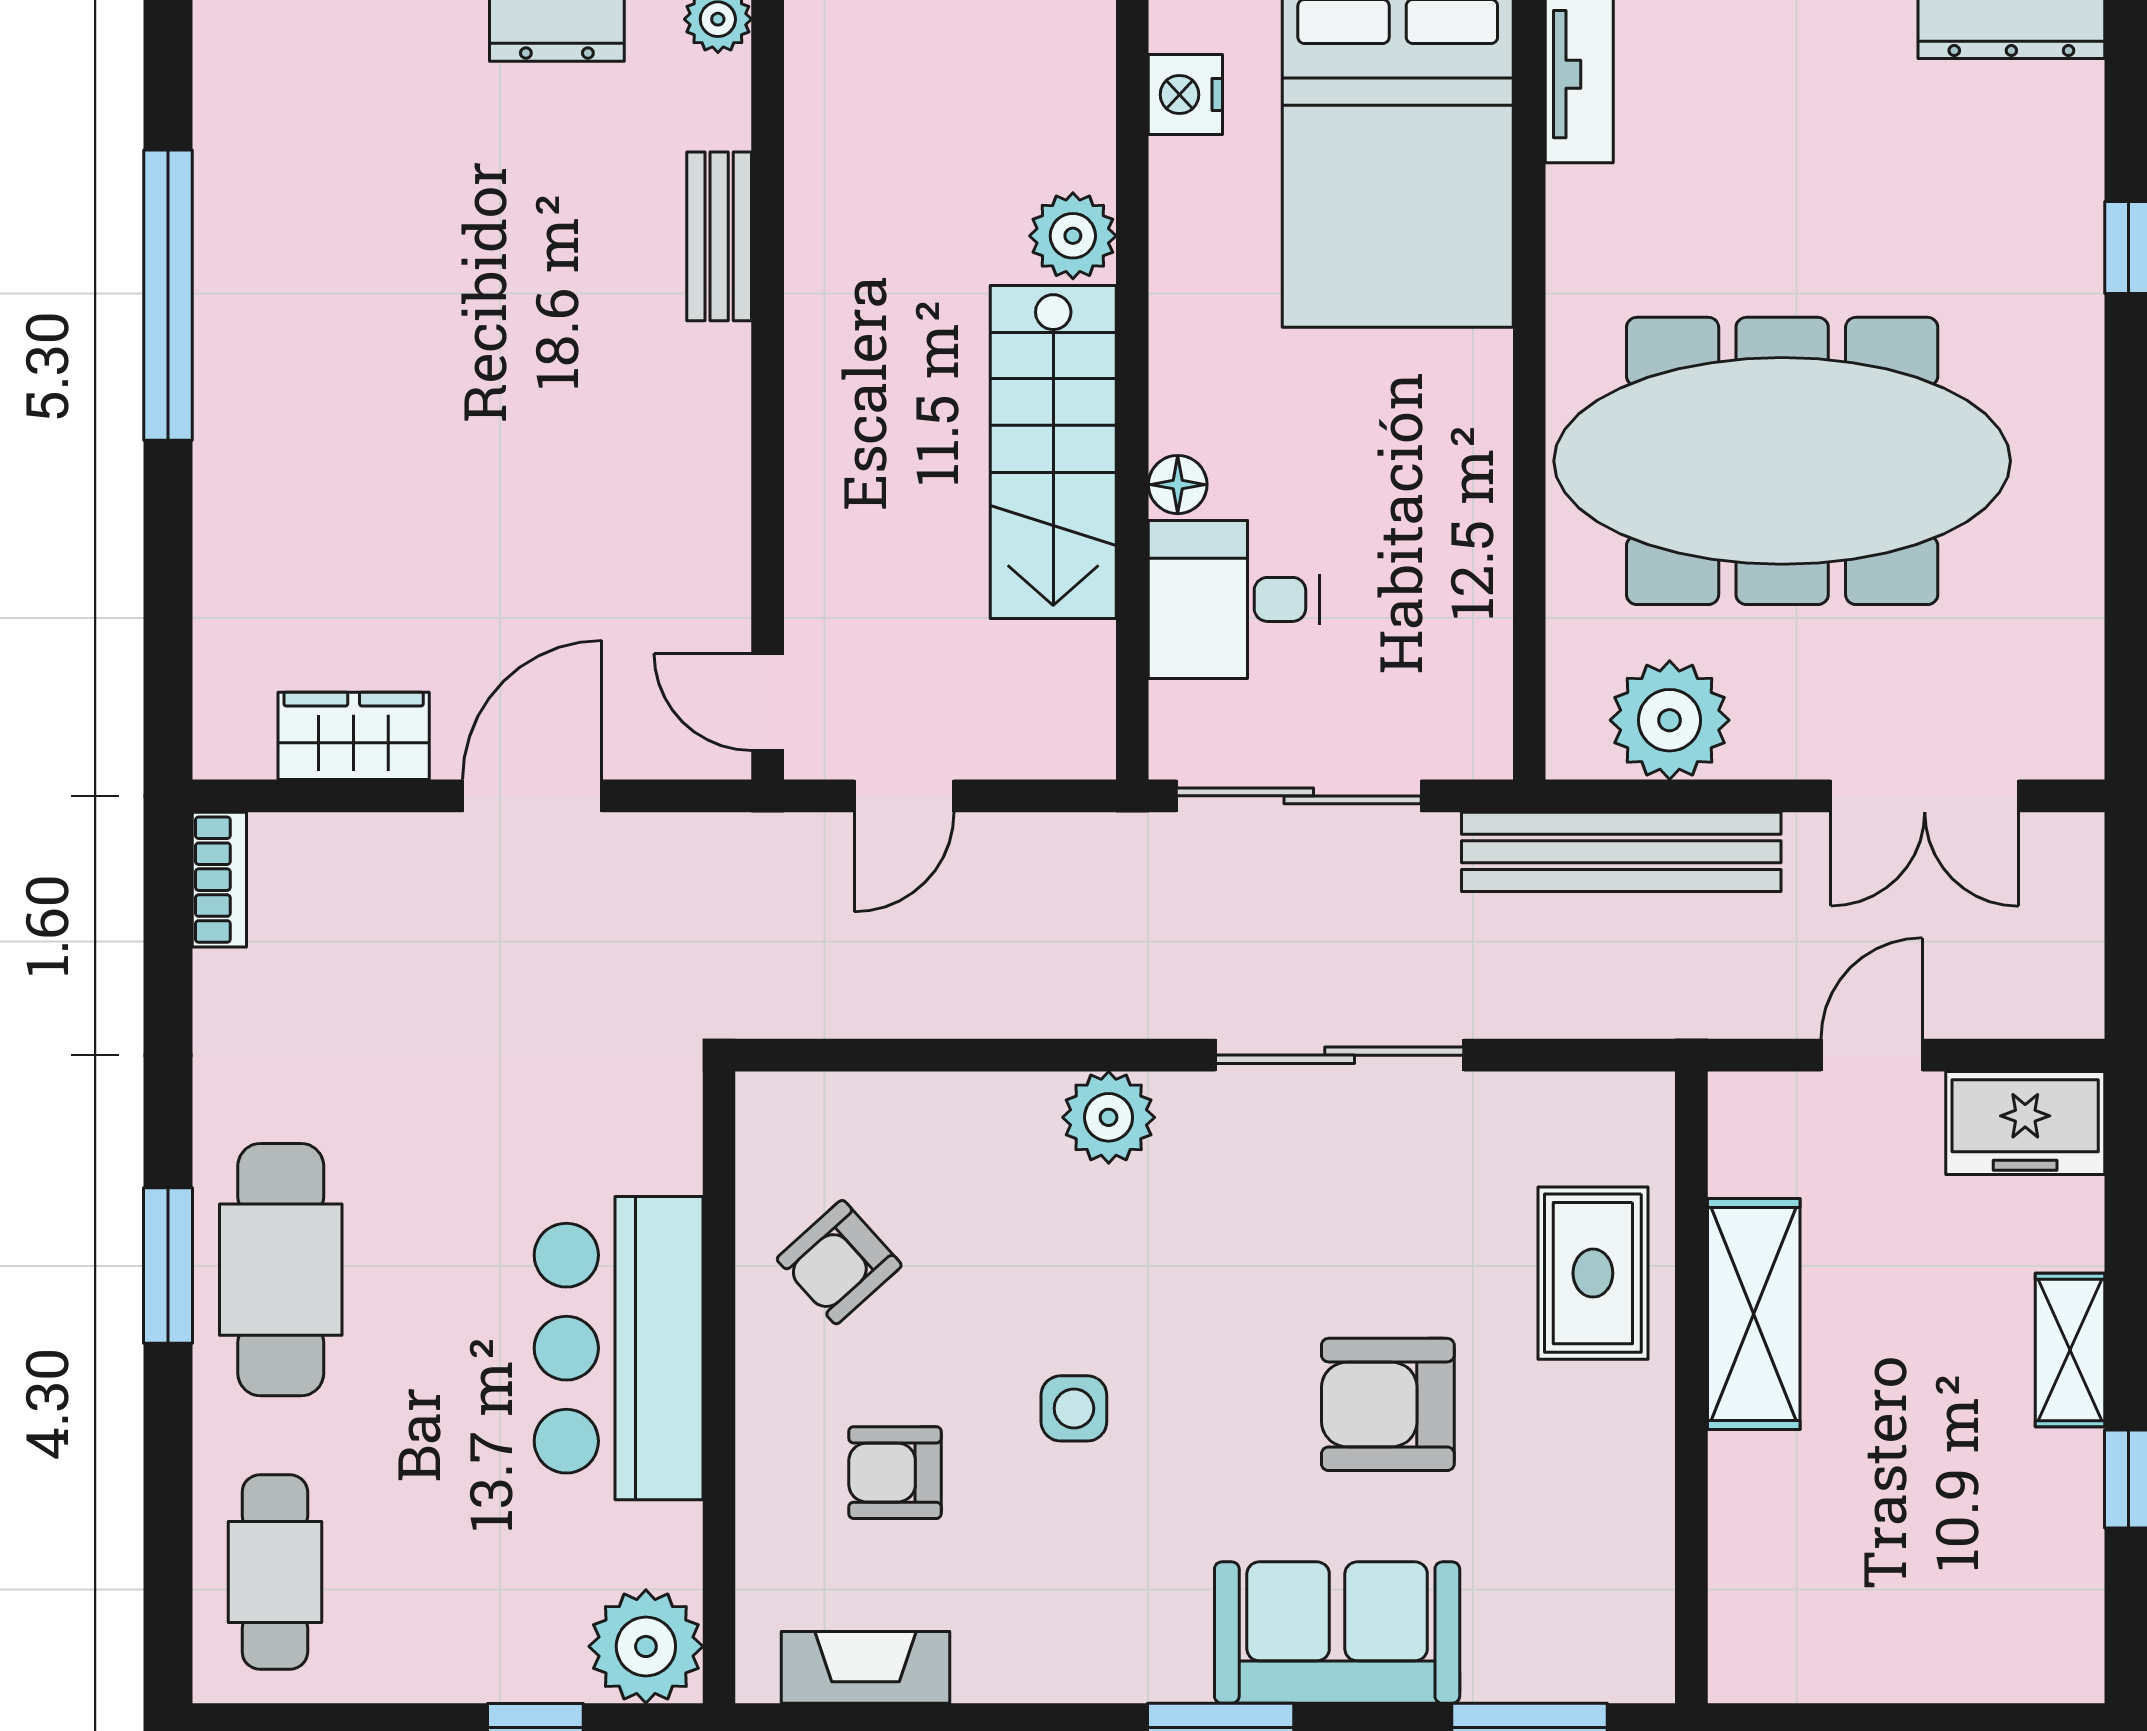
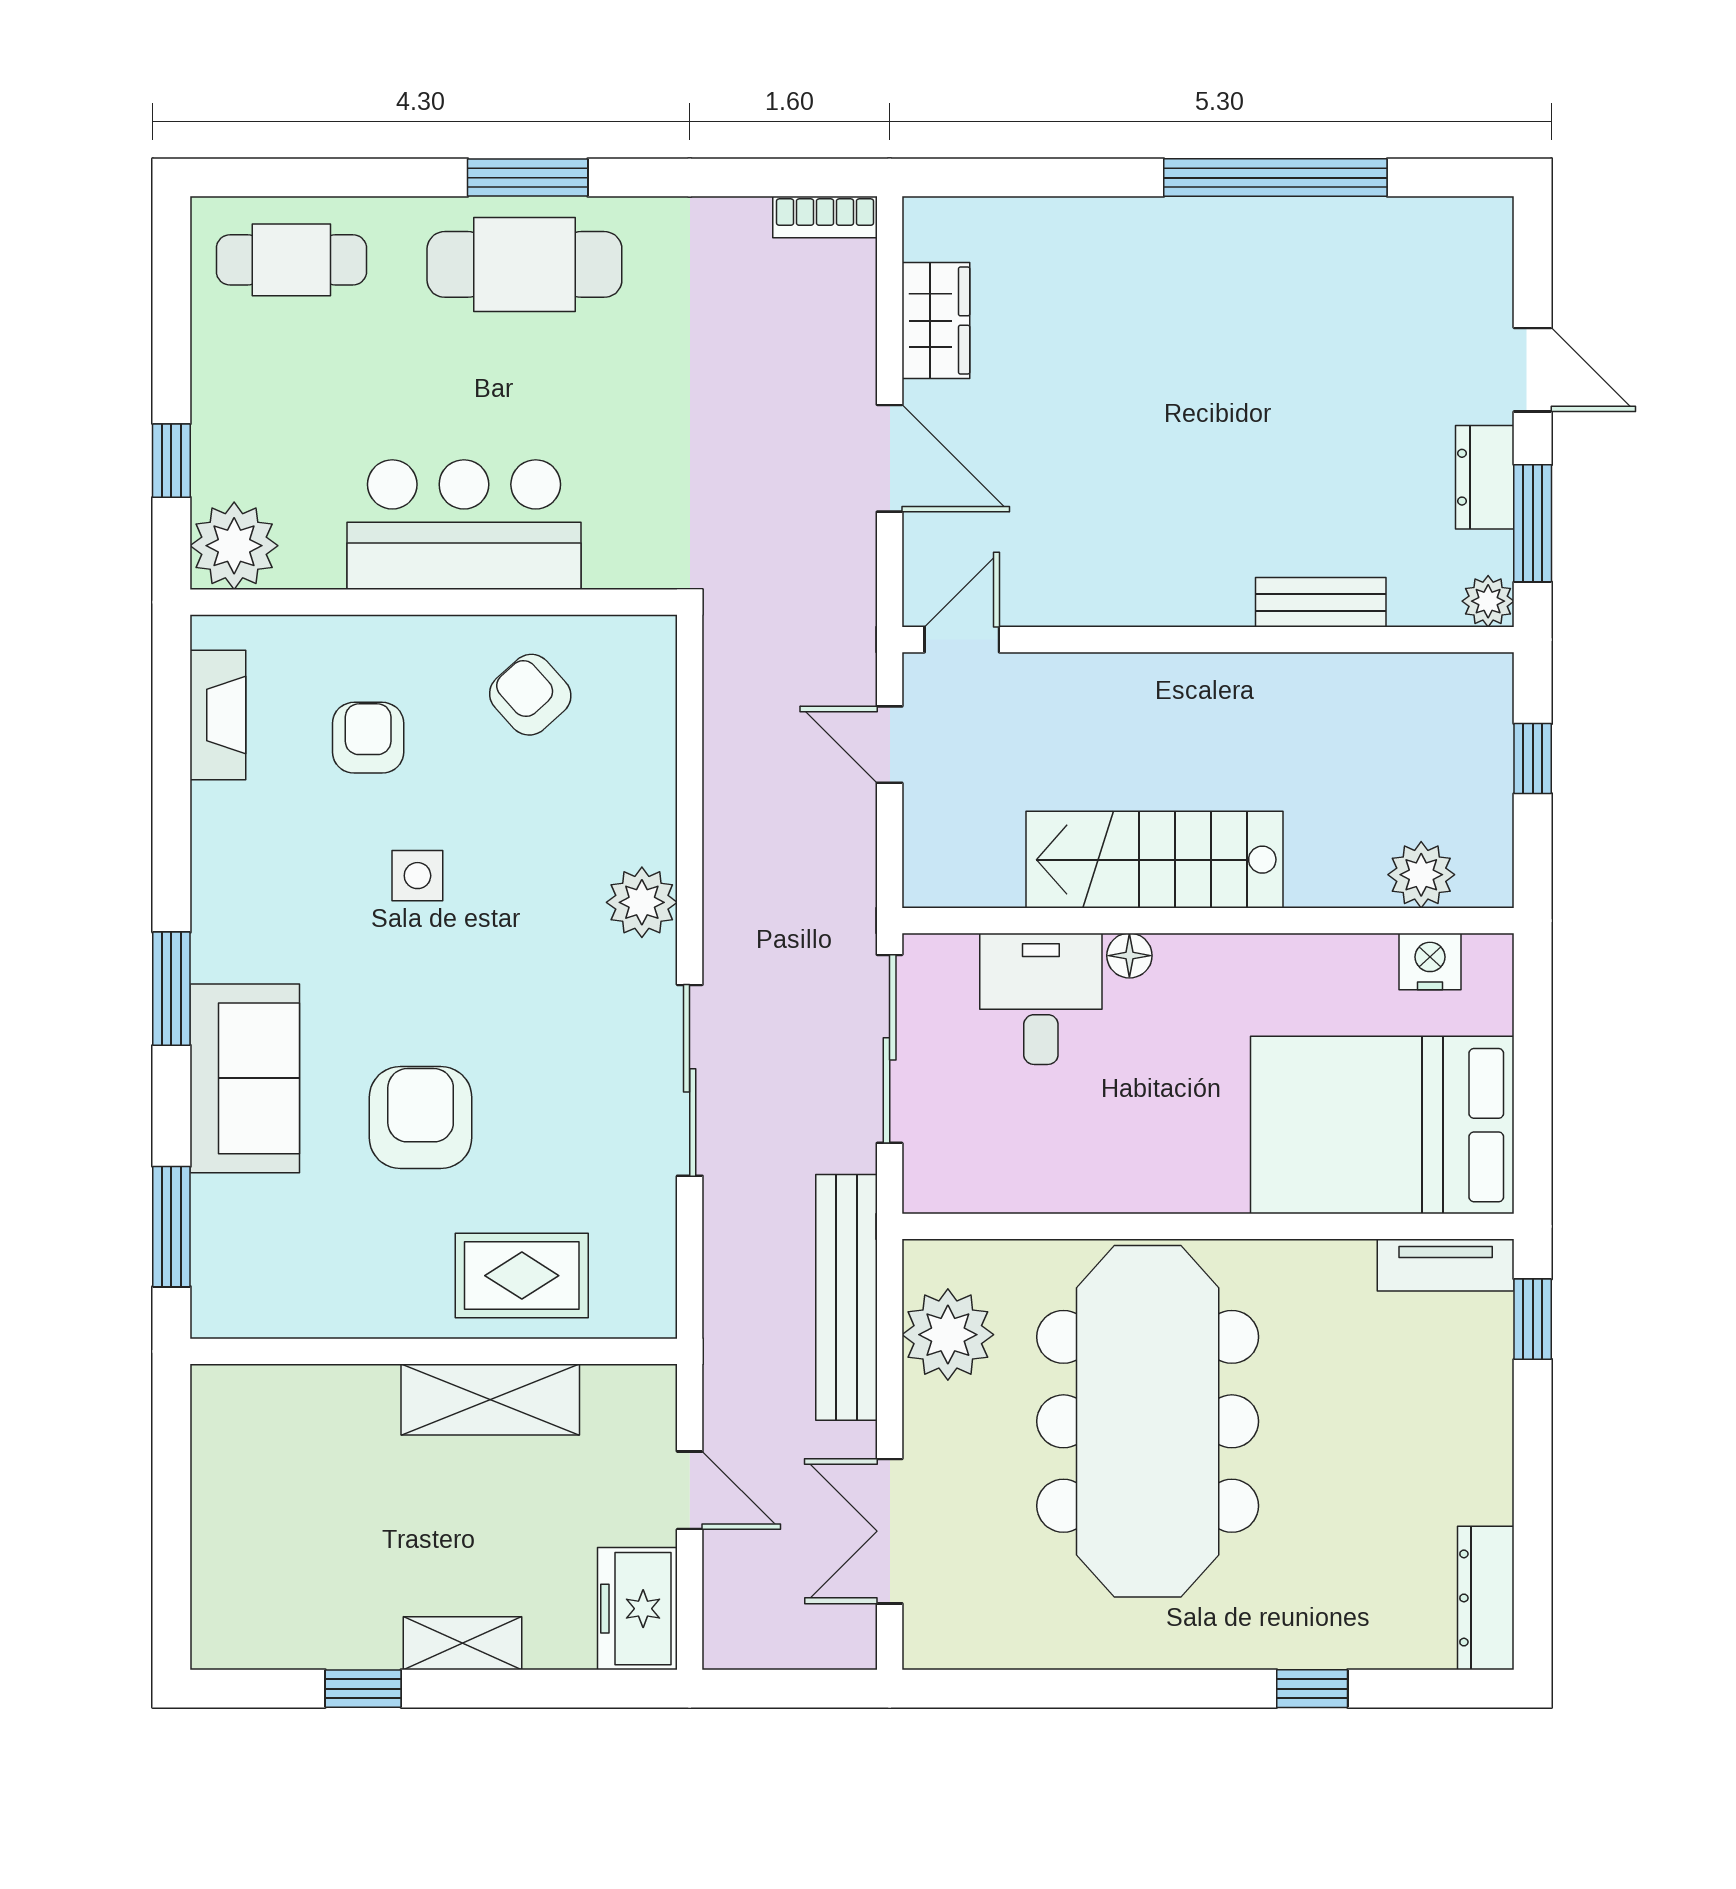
plant: (1073, 236) -> (1421, 875), moved

